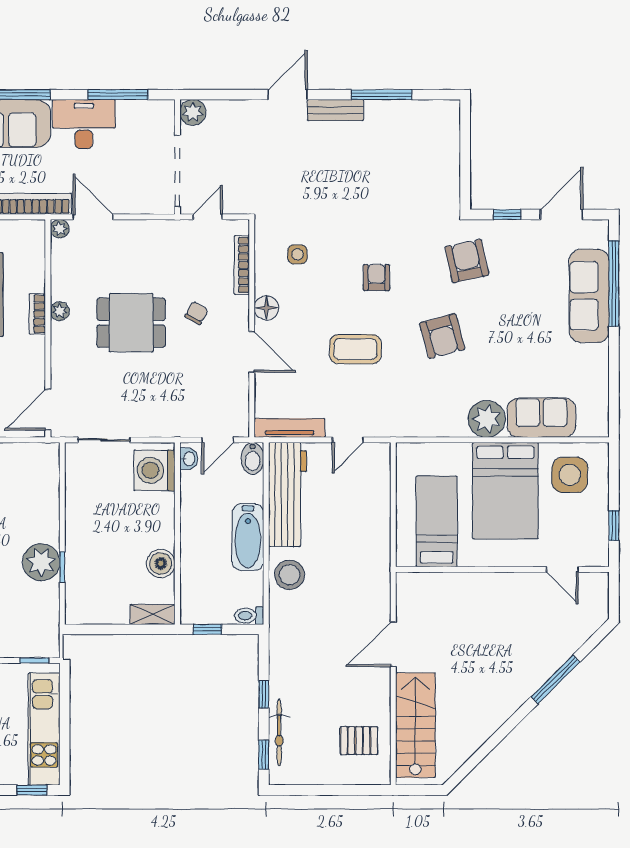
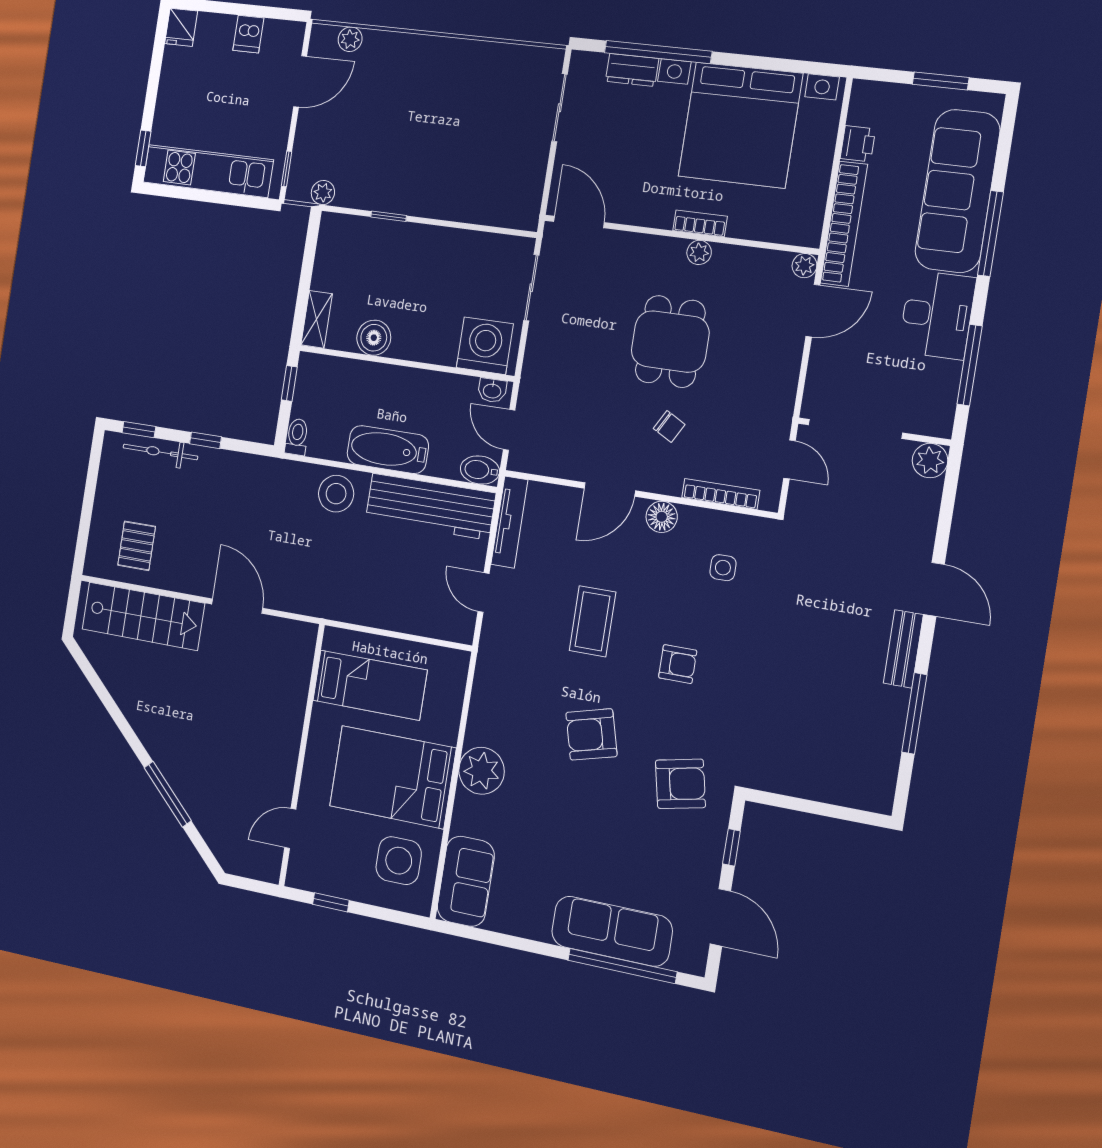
sofa: (541, 418) -> (466, 881), moved
plant: (41, 562) -> (323, 193), moved, width x0.53, depth x0.53

